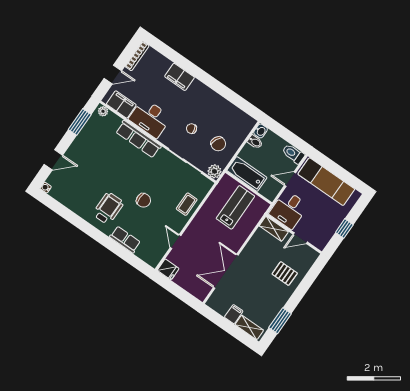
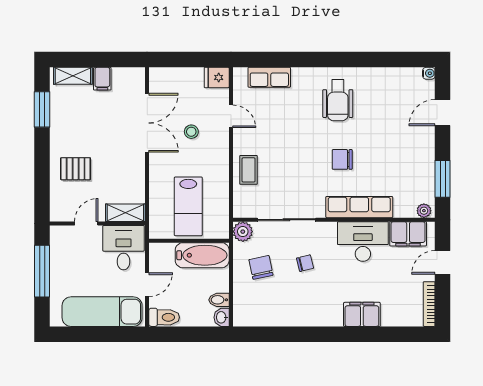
chair: (218, 144) -> (261, 267), turned 54
chair: (143, 200) -> (342, 159), moved
window: (344, 229) -> (42, 271), width x2.17
row of seats: (125, 240) -> (269, 77), moved
stool: (204, 249) -> (191, 132), added

